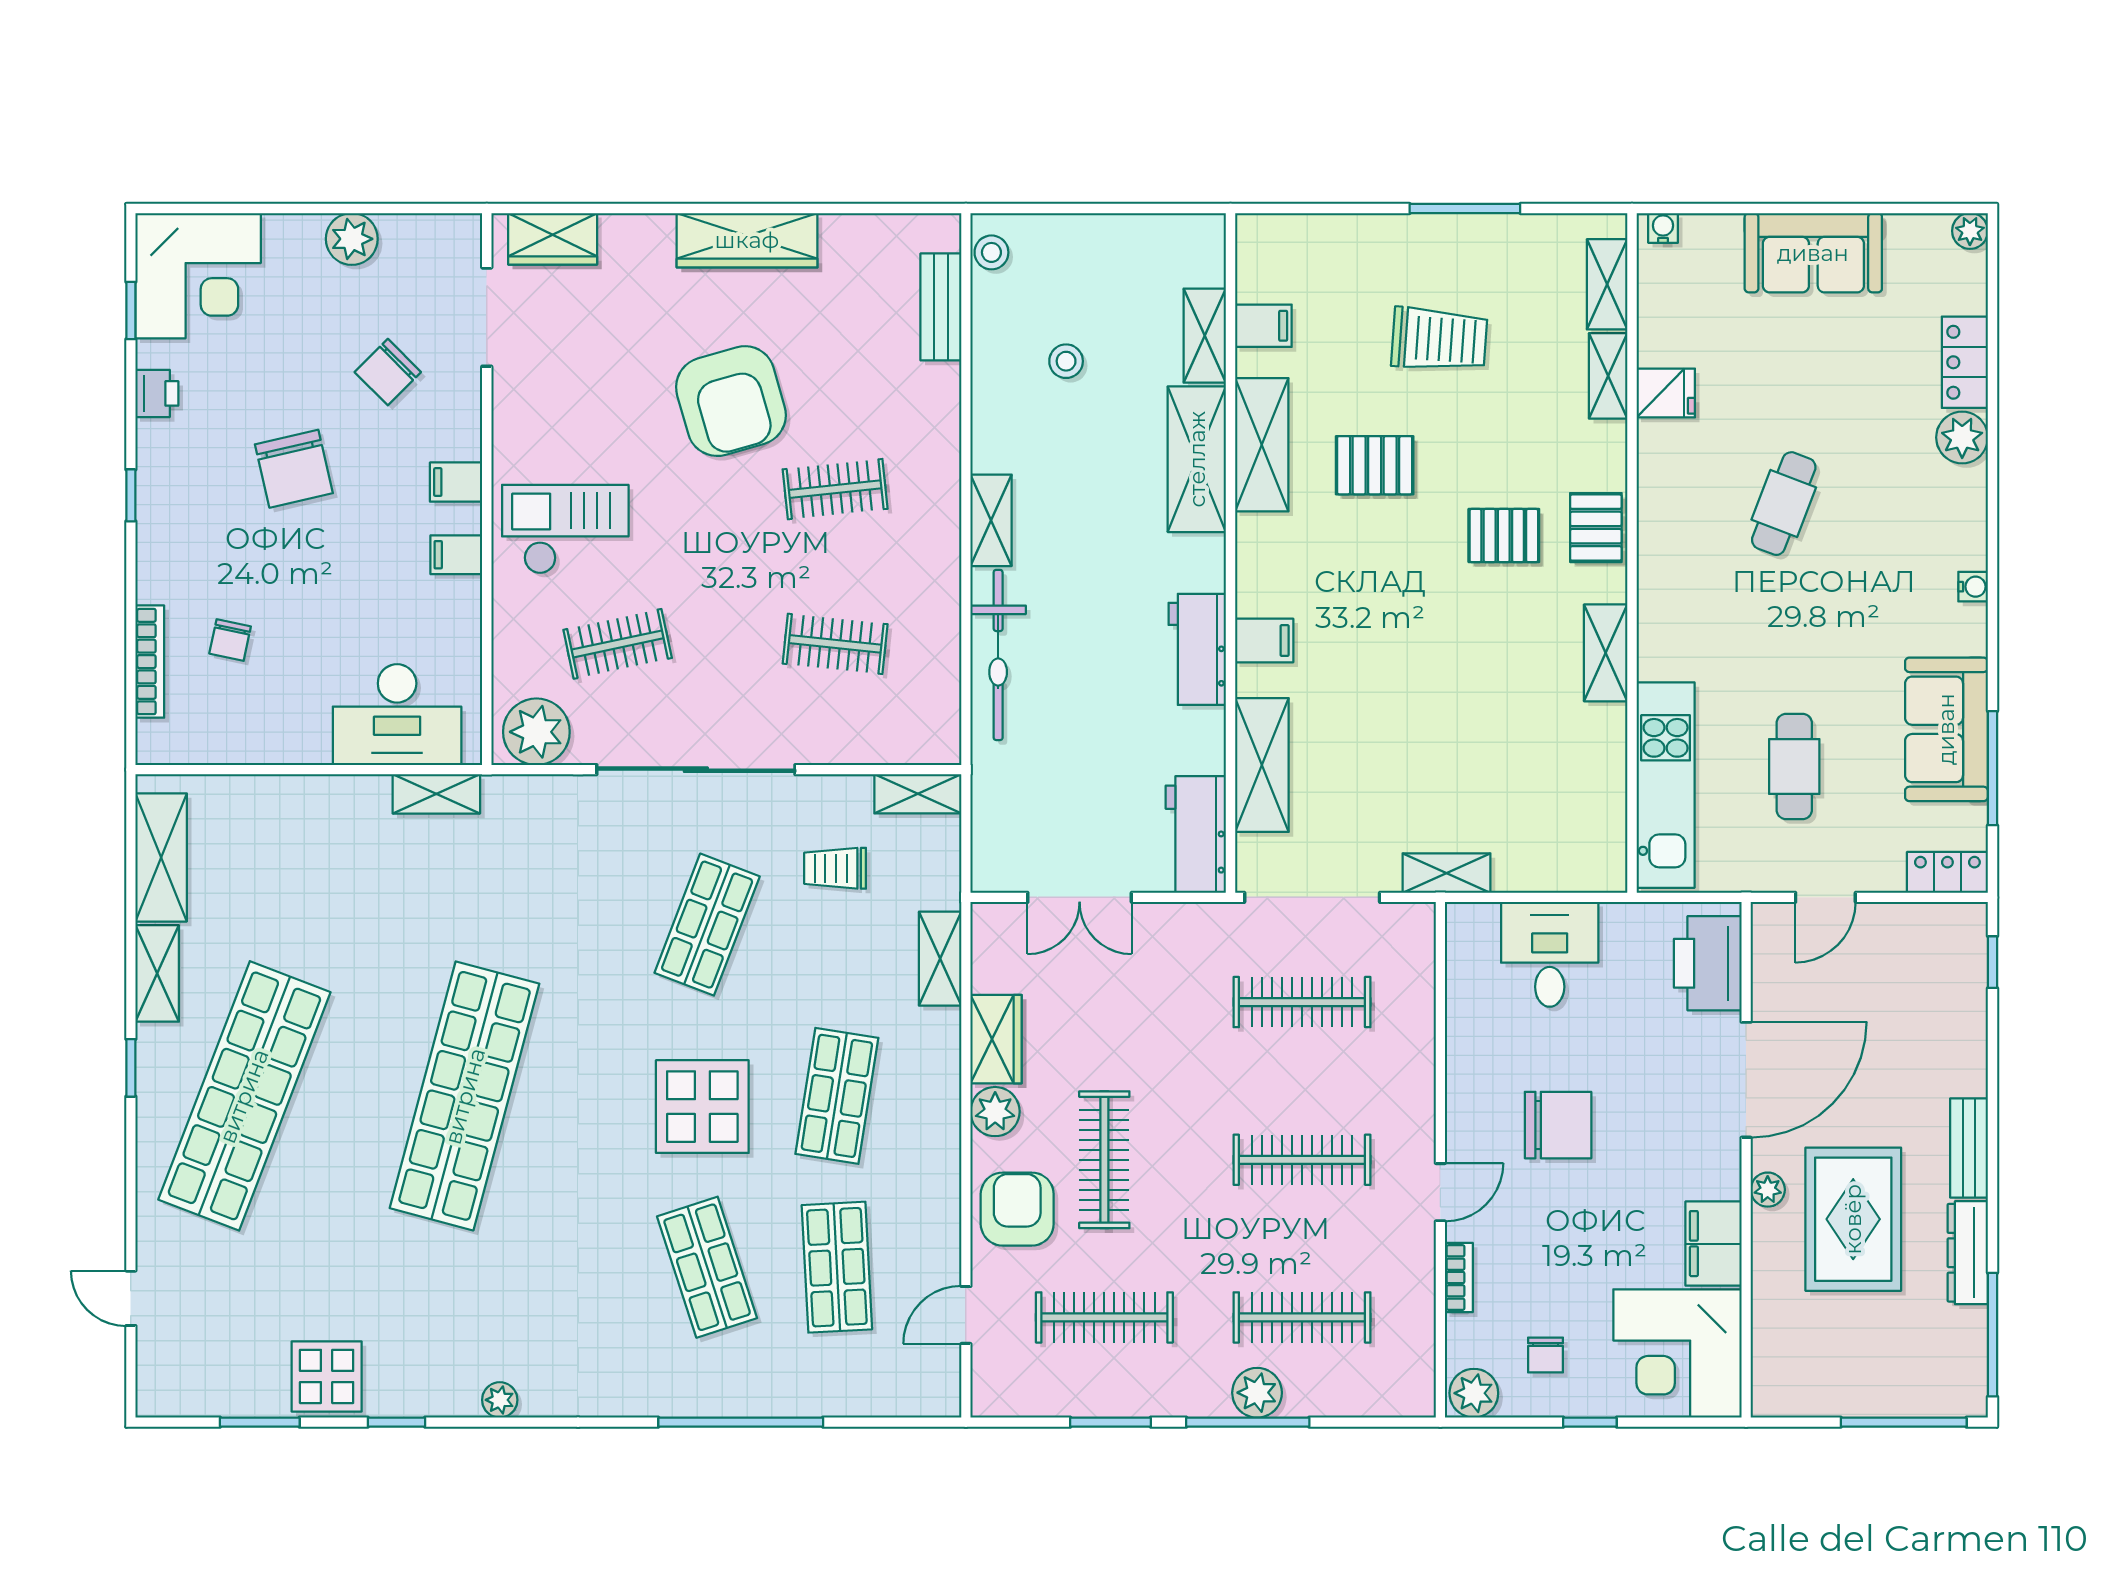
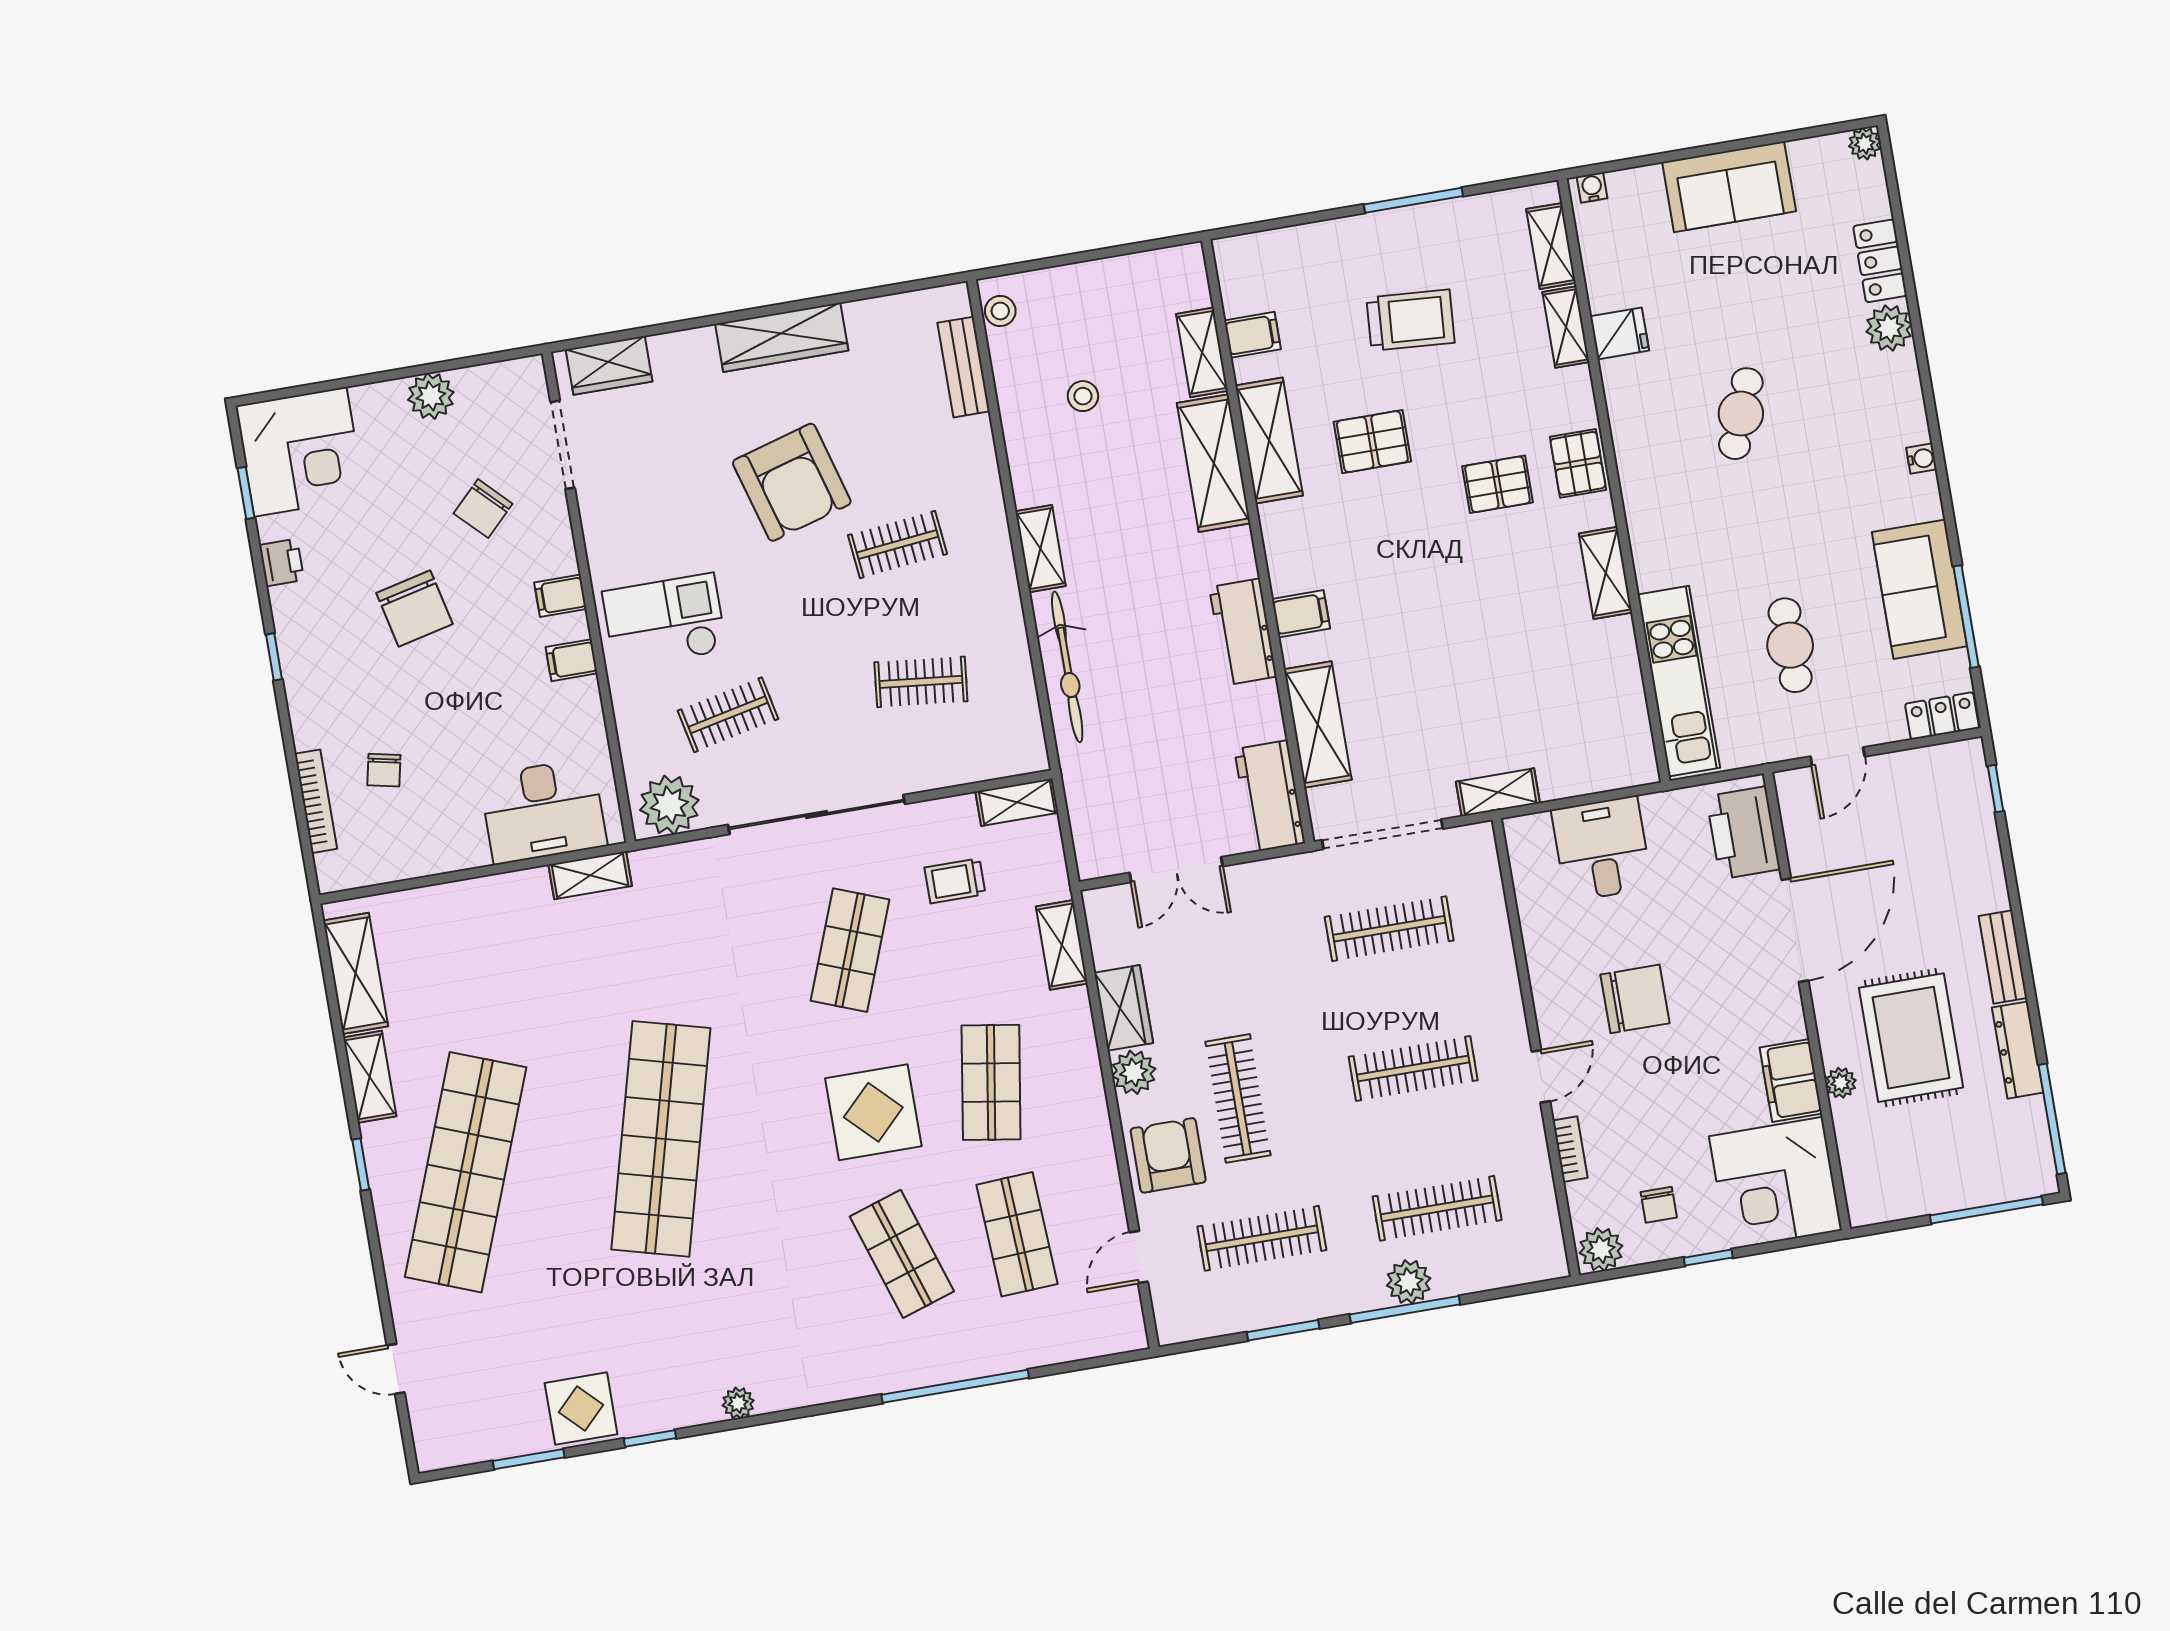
plant: (1768, 1190) -> (1841, 1083), moved

